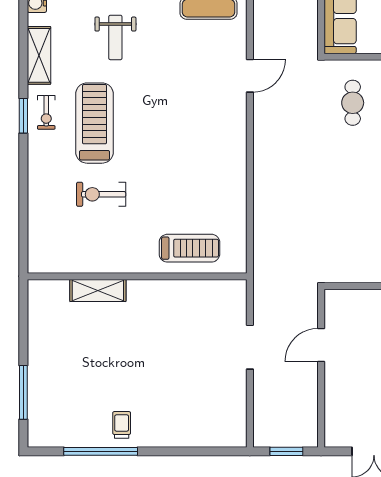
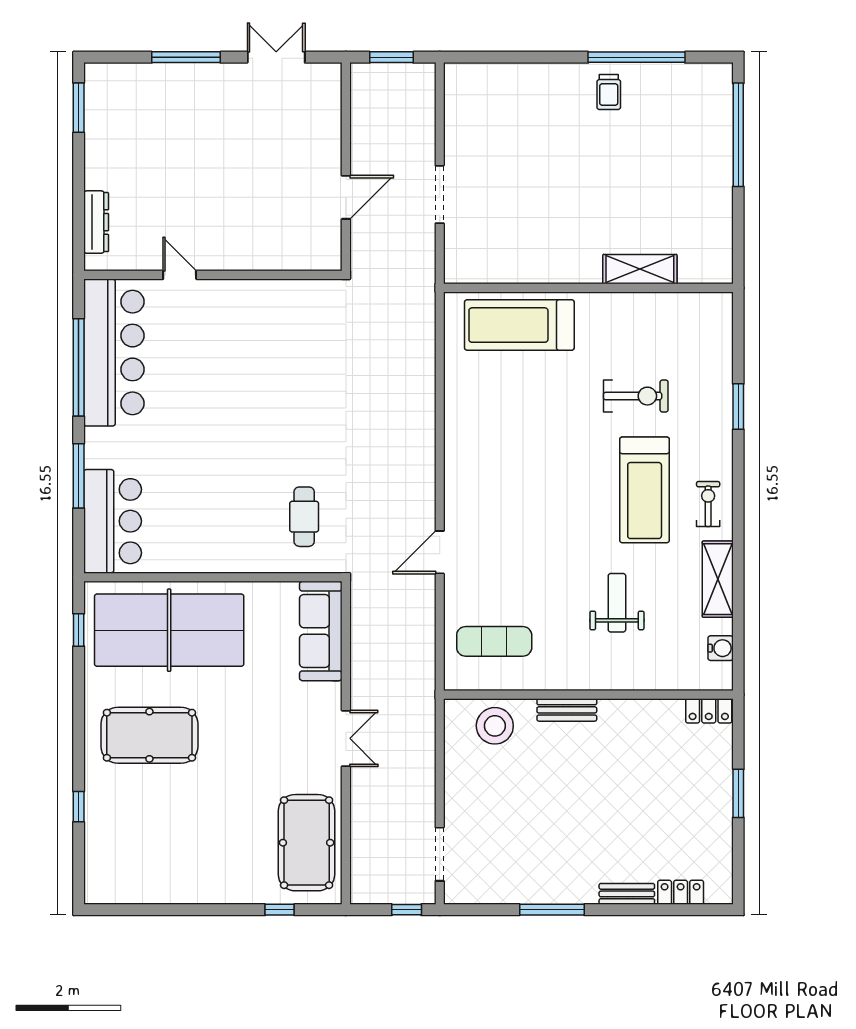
window: (23, 116) -> (738, 407), moved
treadmill: (189, 248) -> (519, 325), width x1.37, depth x1.38
window: (23, 392) -> (738, 135), width x1.46

